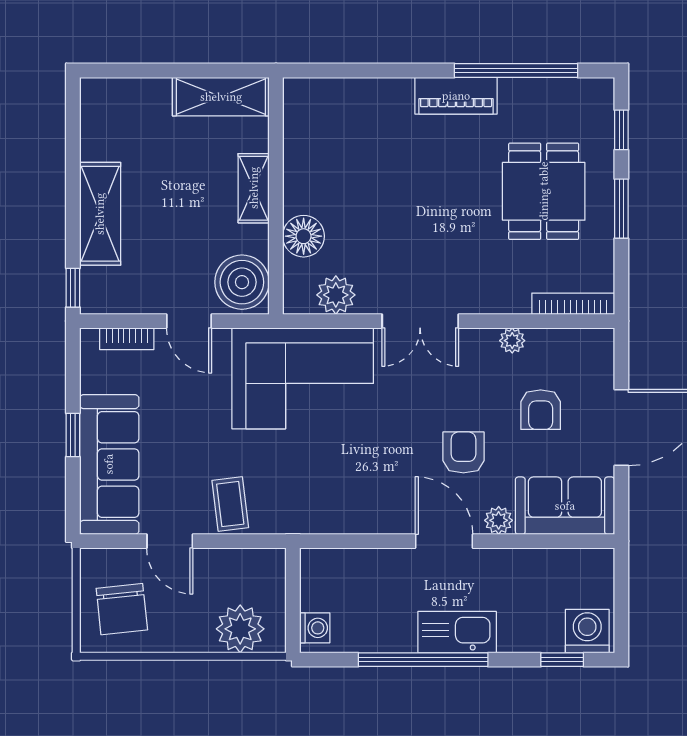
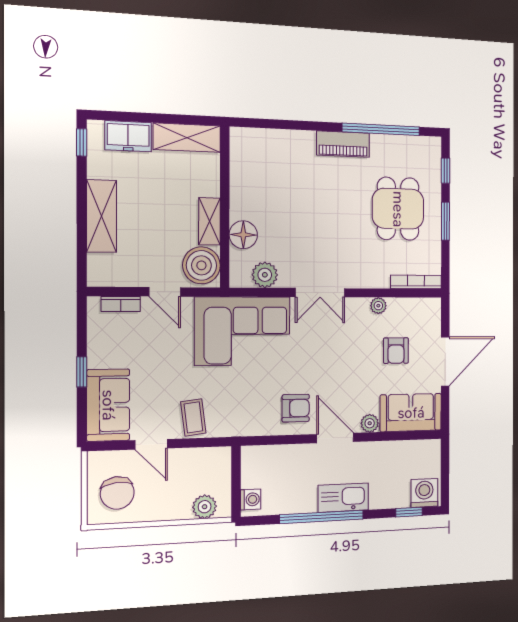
freezer: (137, 98) -> (128, 136), added
shelving: (254, 188) -> (209, 221), moved
window: (73, 288) -> (82, 142), moved
armchair: (463, 452) -> (296, 408), moved, turned 90
sofa: (109, 464) -> (108, 405), width x0.73
plant: (240, 629) -> (205, 507), width x0.73, depth x0.73

